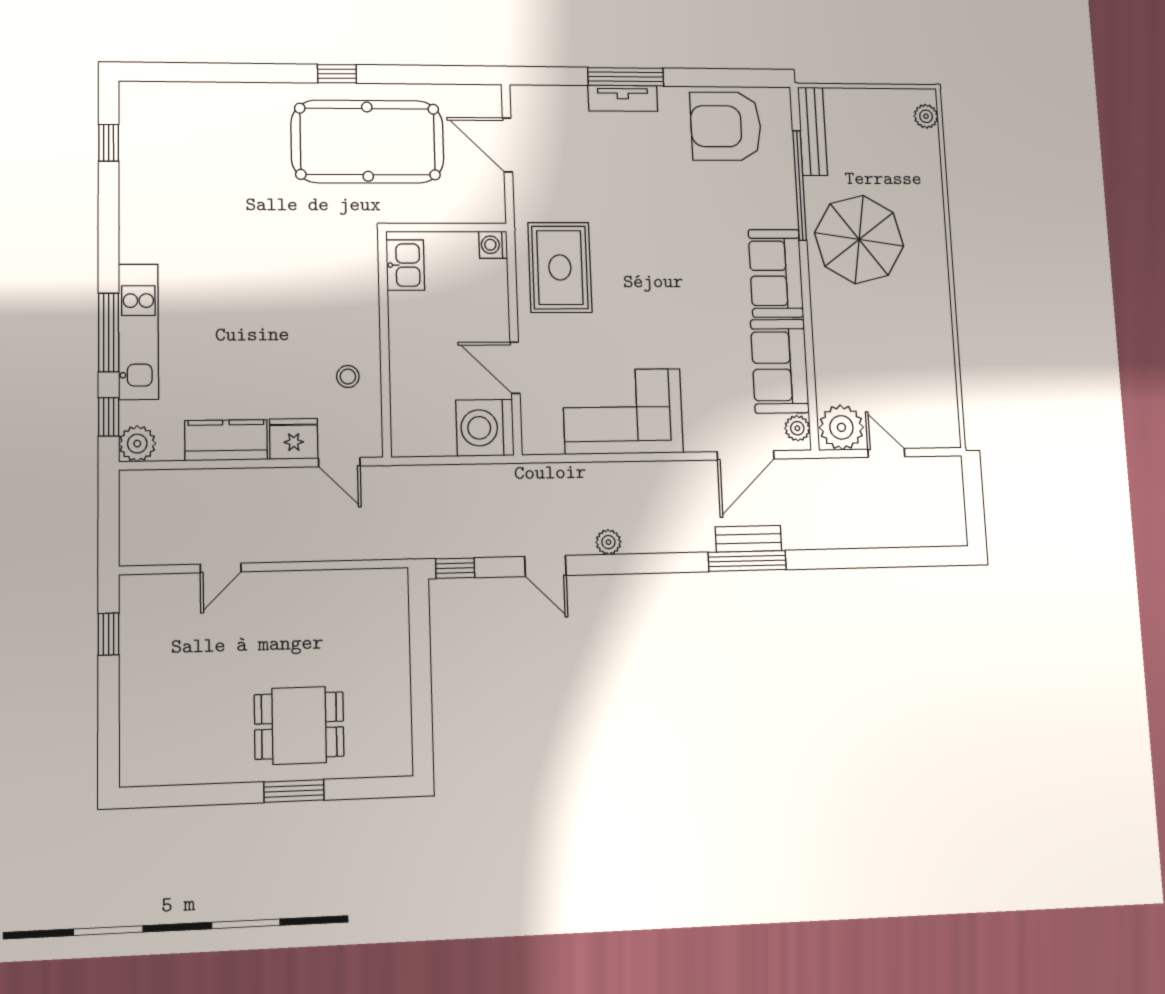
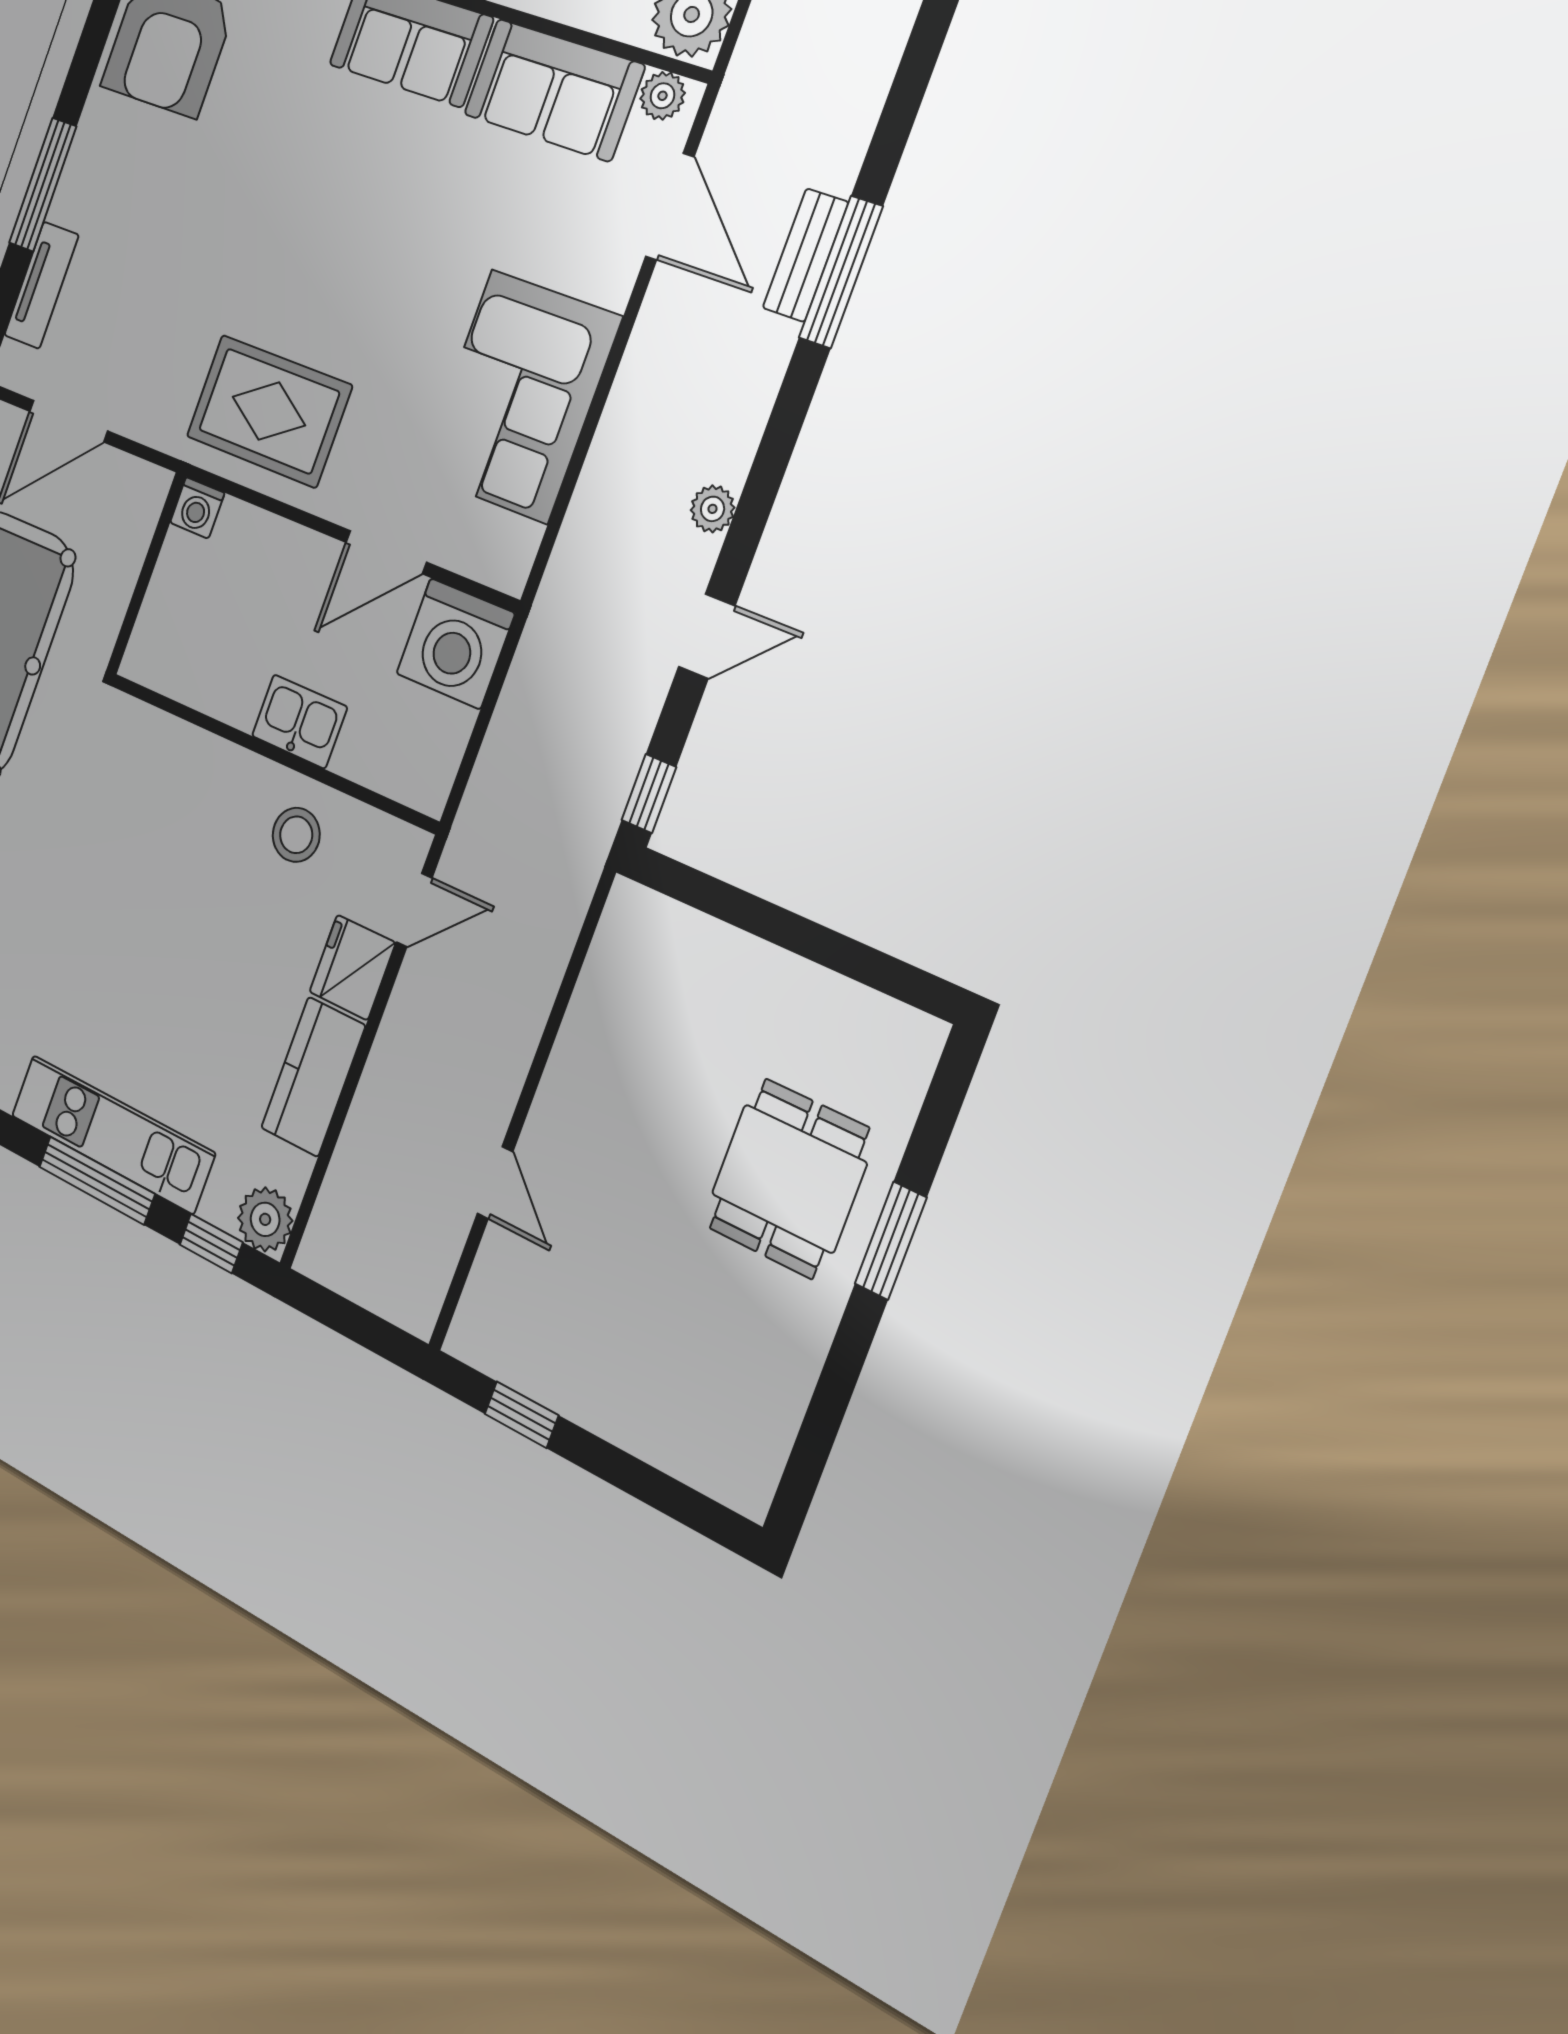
tv unit: (623, 98) -> (41, 285), moved
kitchen sink: (405, 265) -> (299, 721), moved
stool: (348, 376) -> (296, 835), width x1.37, depth x1.37

